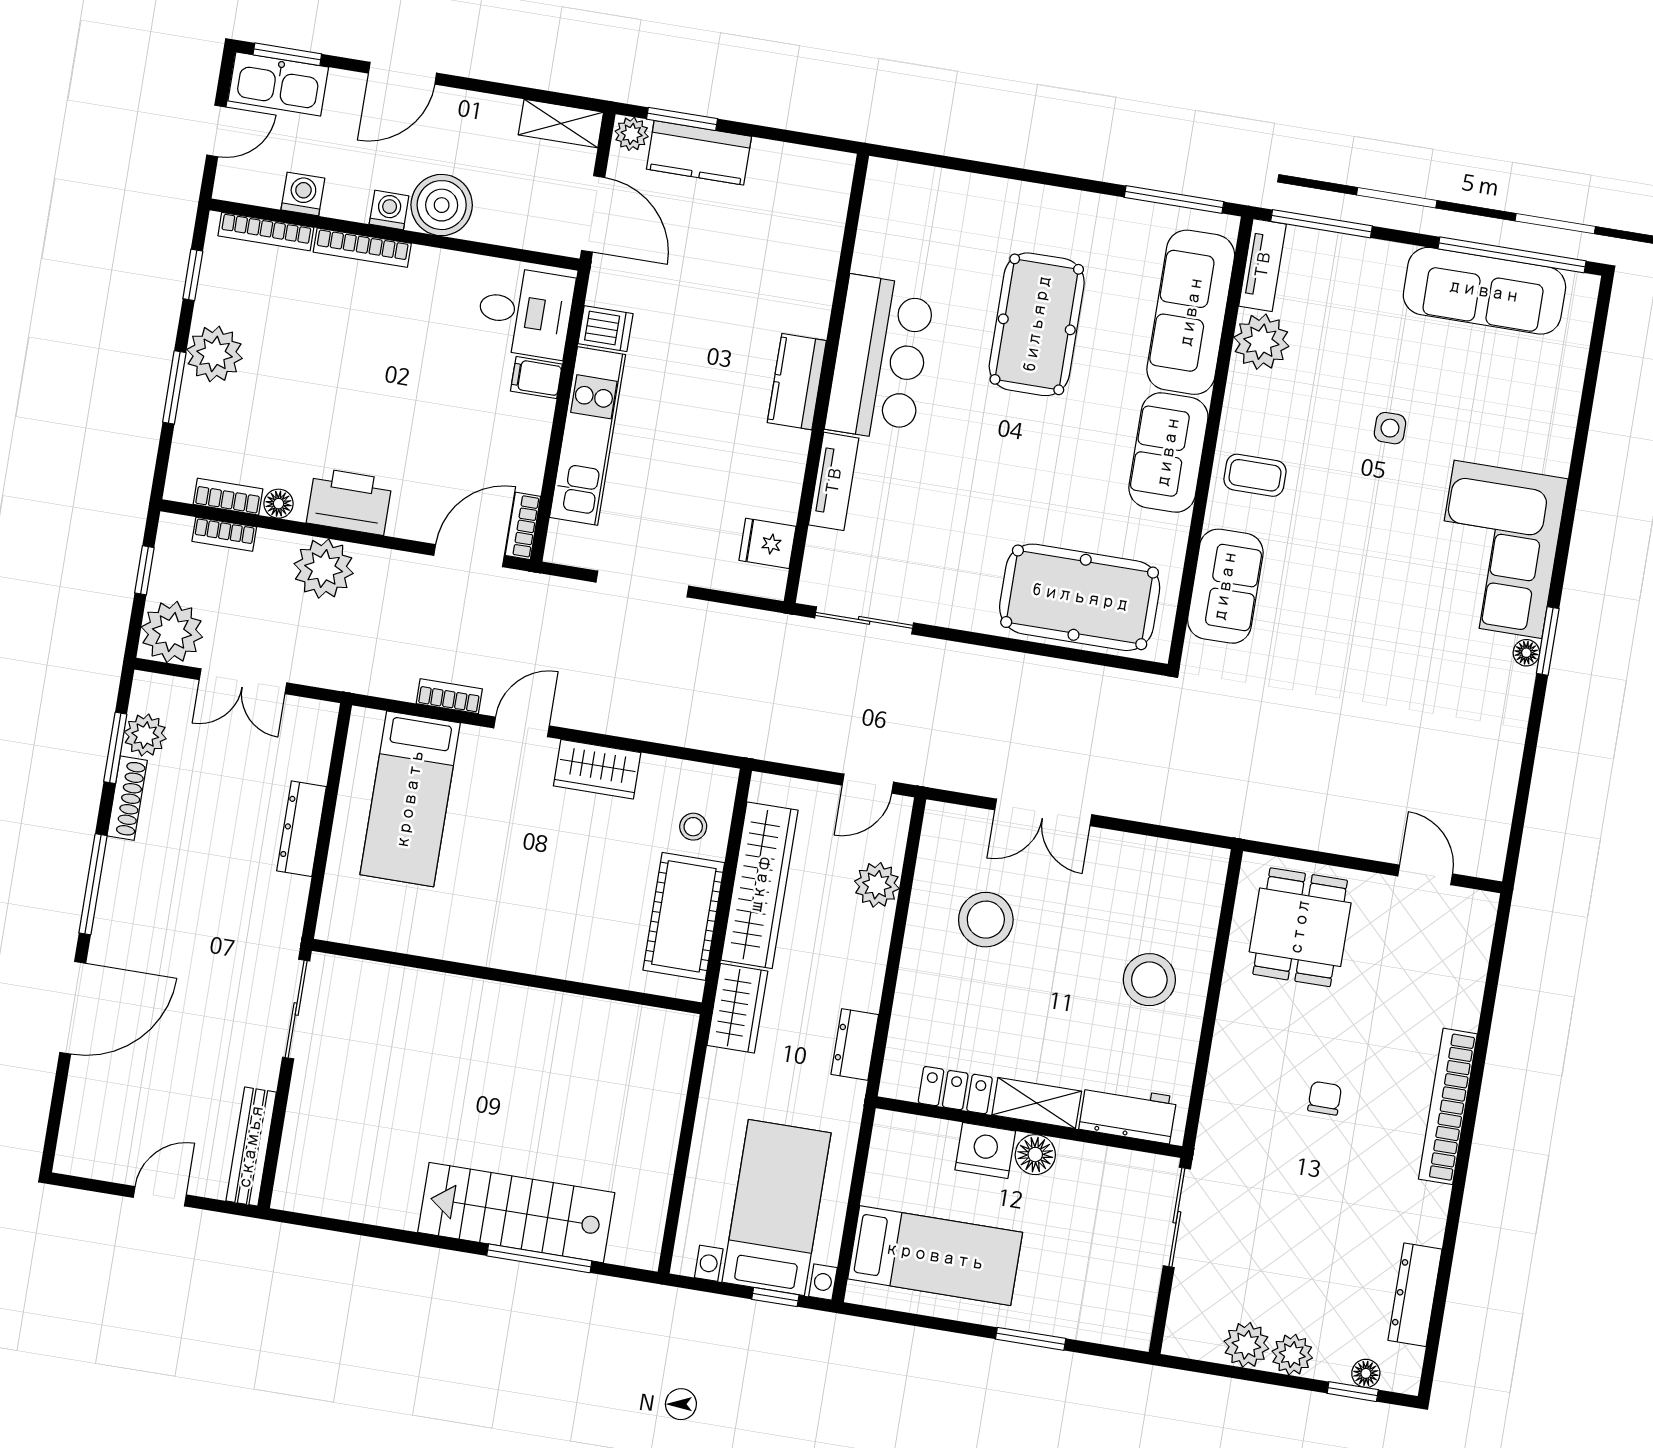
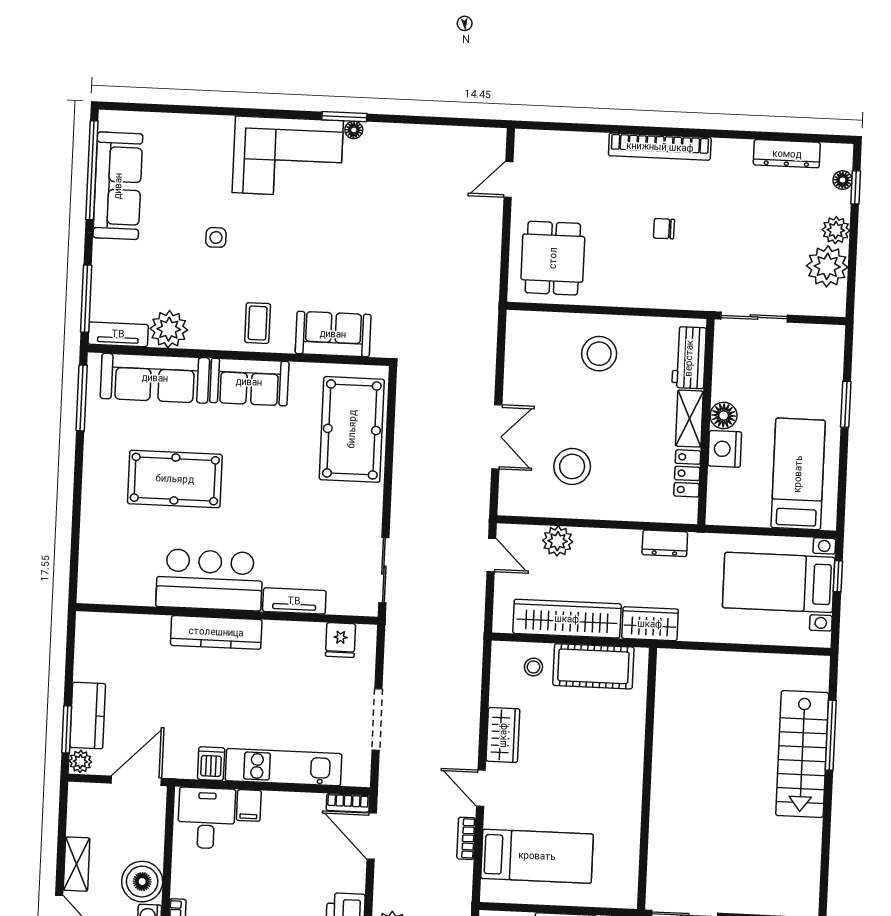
shelving: (561, 124) -> (77, 864), moved
kitchen counter: (797, 382) -> (216, 632), width x1.50
dining table: (1300, 927) -> (553, 258), turned 90
plant: (1246, 1345) -> (827, 266), width x1.36, depth x1.36

